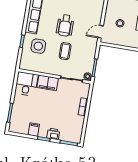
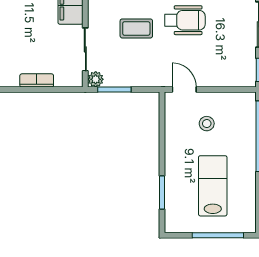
wheelchair: (65, 25) -> (185, 20), turned 180

